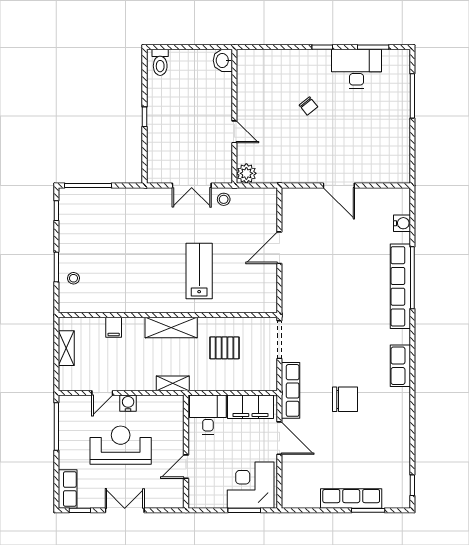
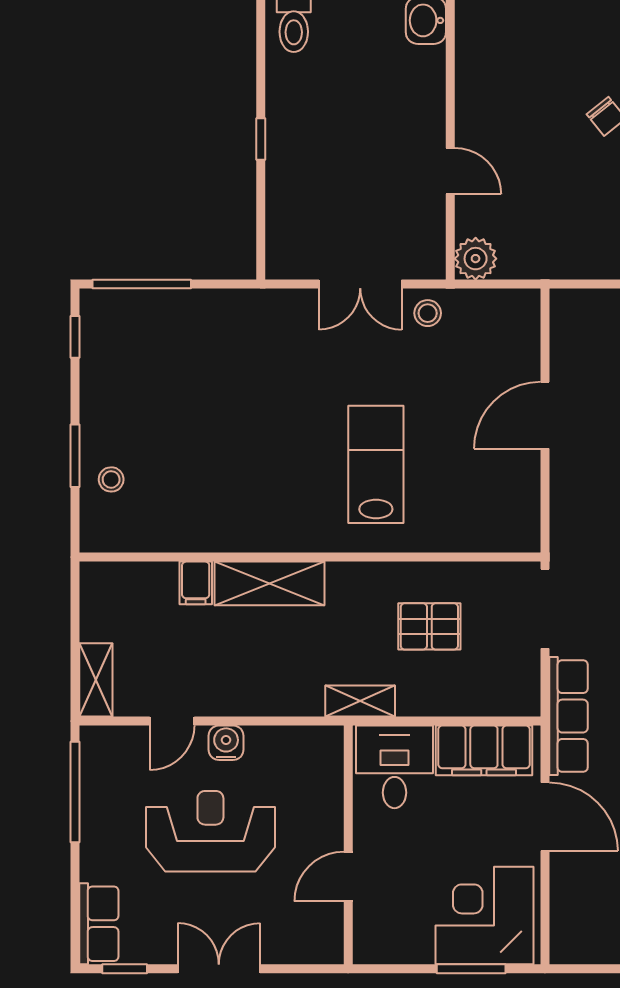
shelving: (171, 328) -> (270, 583), moved
shelving: (66, 348) -> (96, 680), moved
shelving: (173, 383) -> (360, 701), moved

